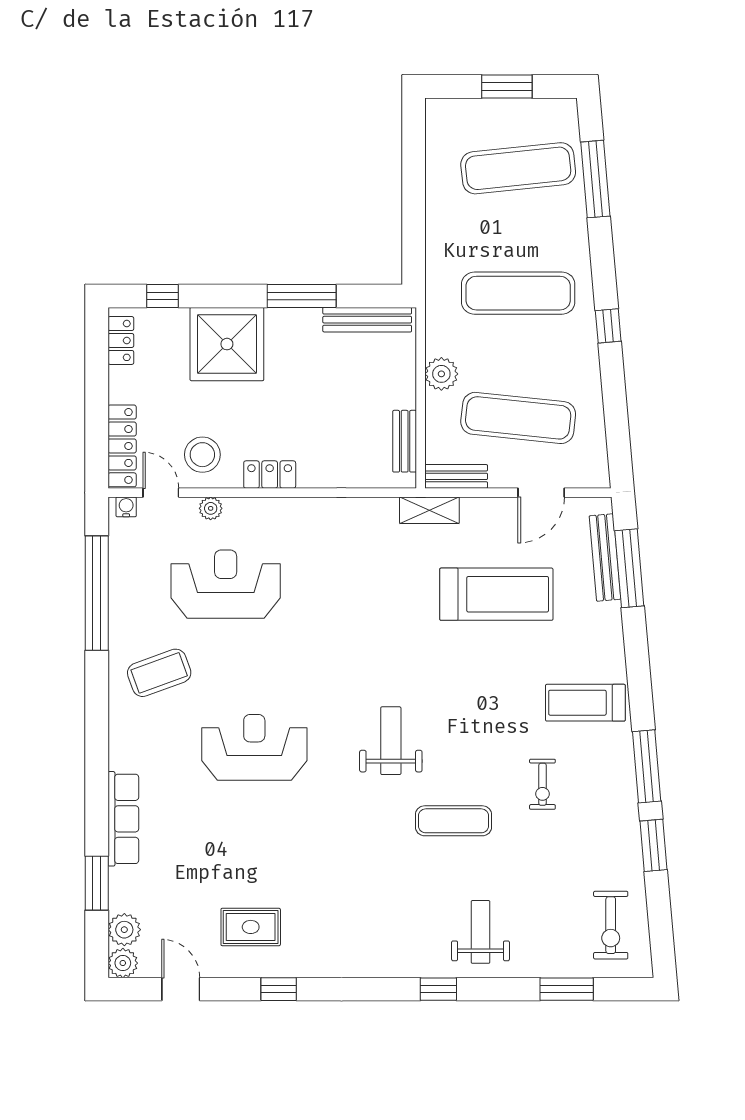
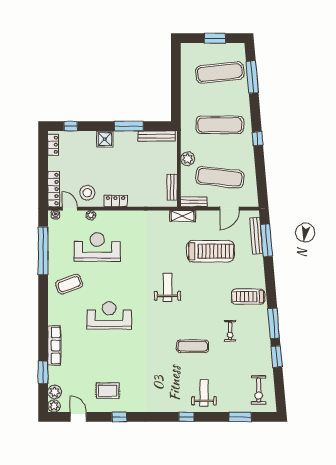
shower: (227, 344) -> (105, 139), width x0.54, depth x0.54
weight bench: (391, 741) -> (168, 287), moved

